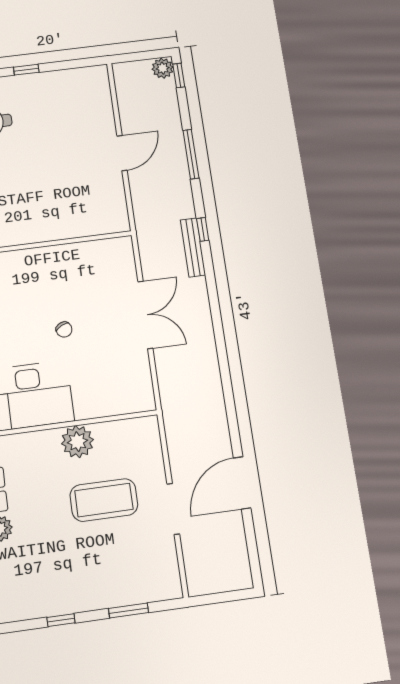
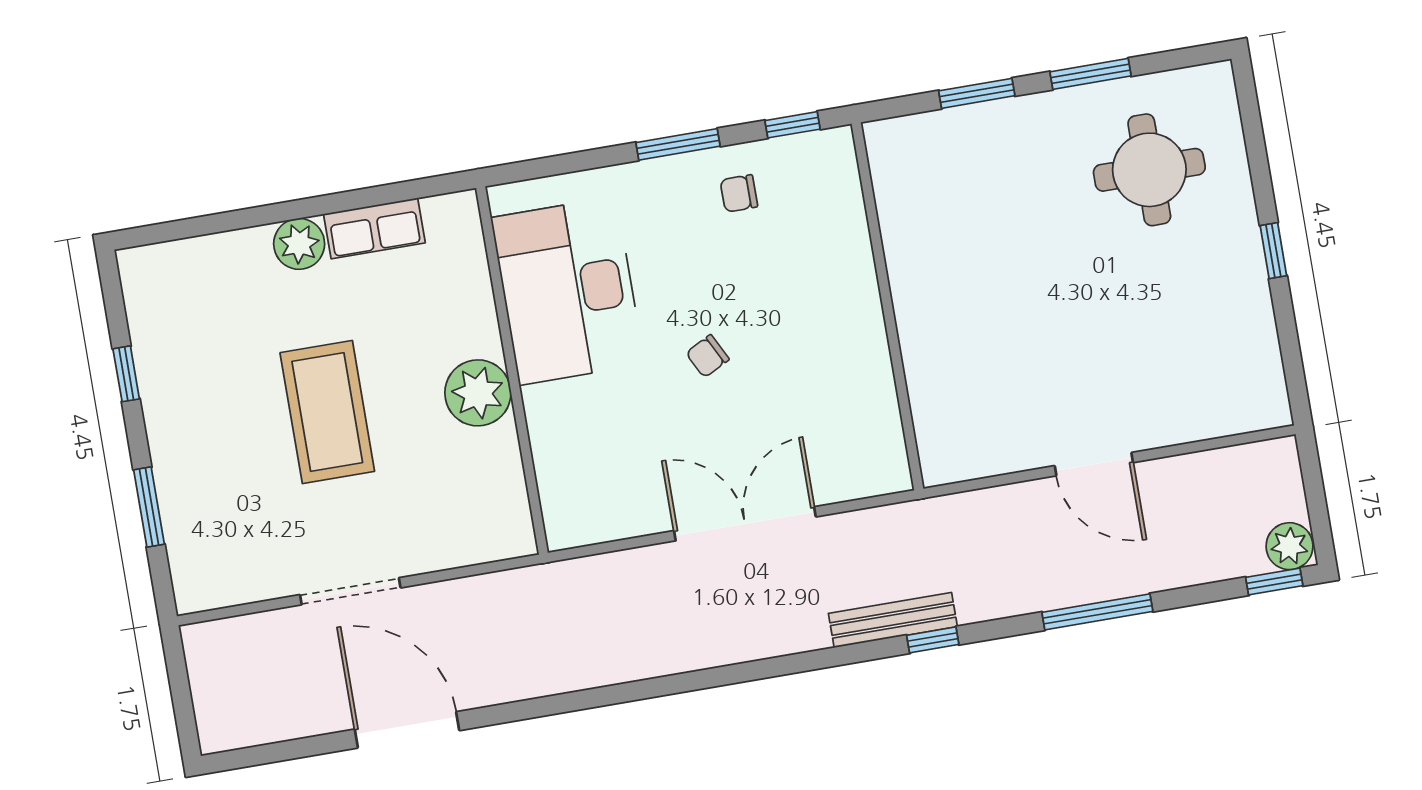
double door: (145, 315) -> (745, 524), swing flipped
coffee table: (104, 500) -> (327, 412), moved

